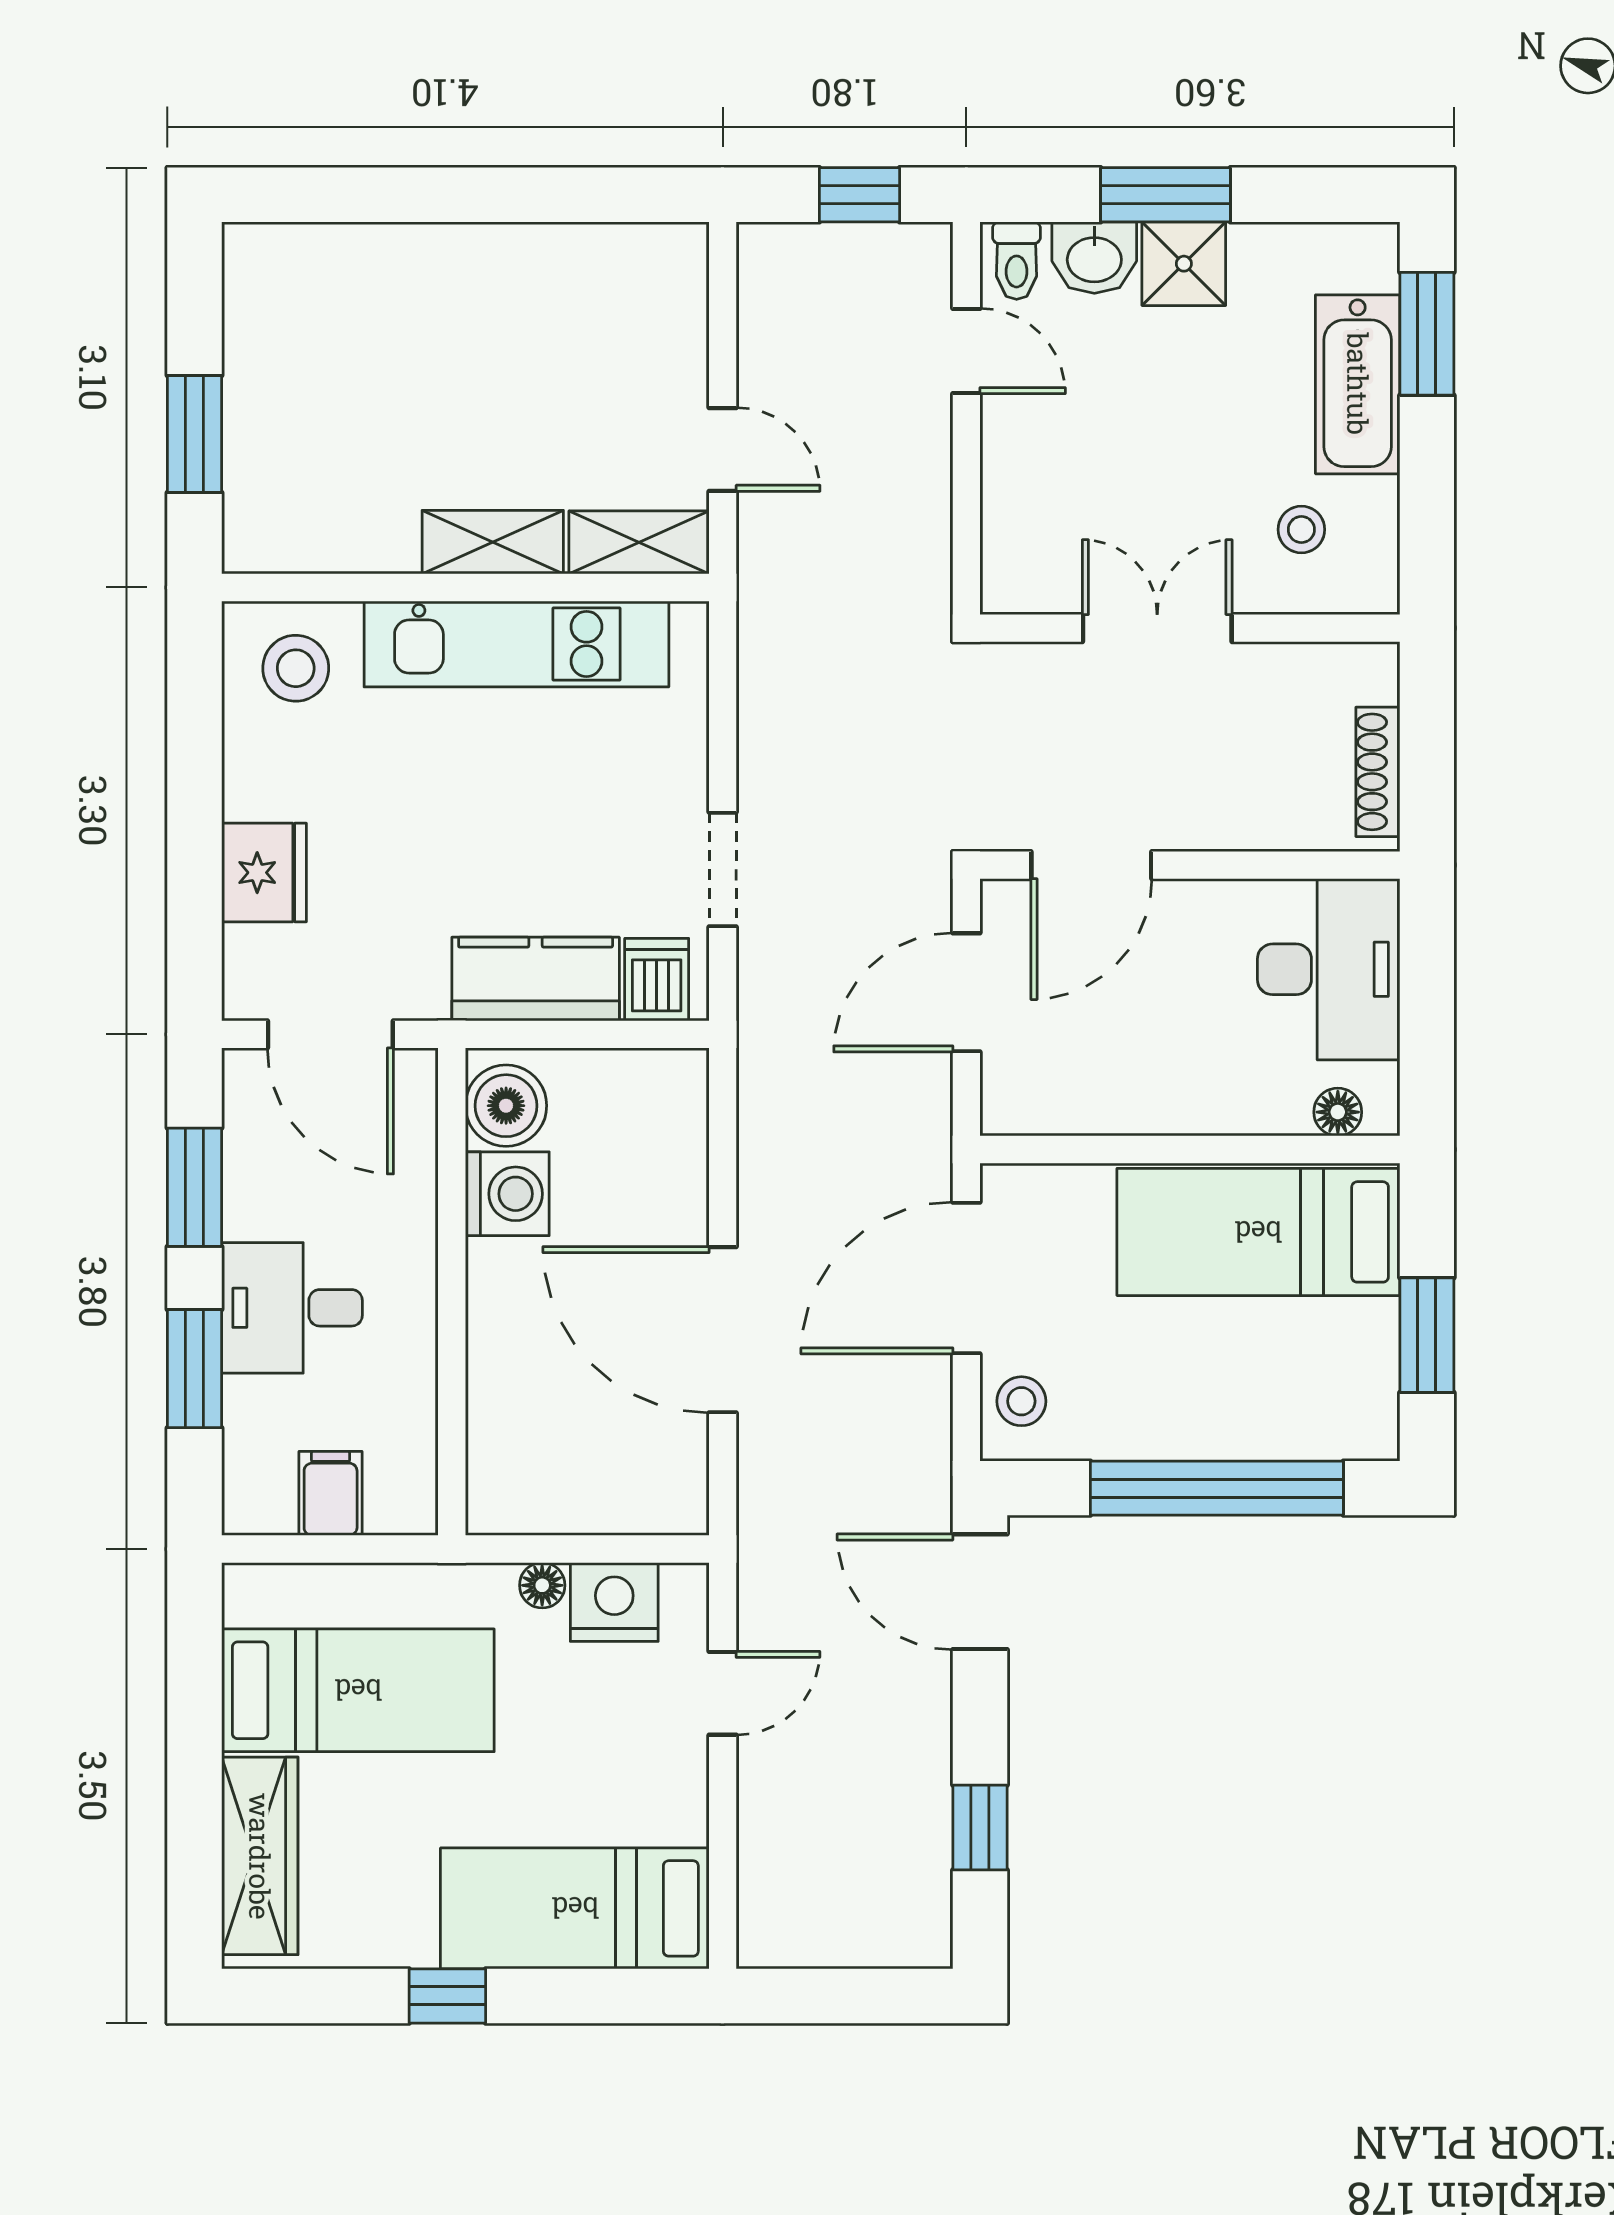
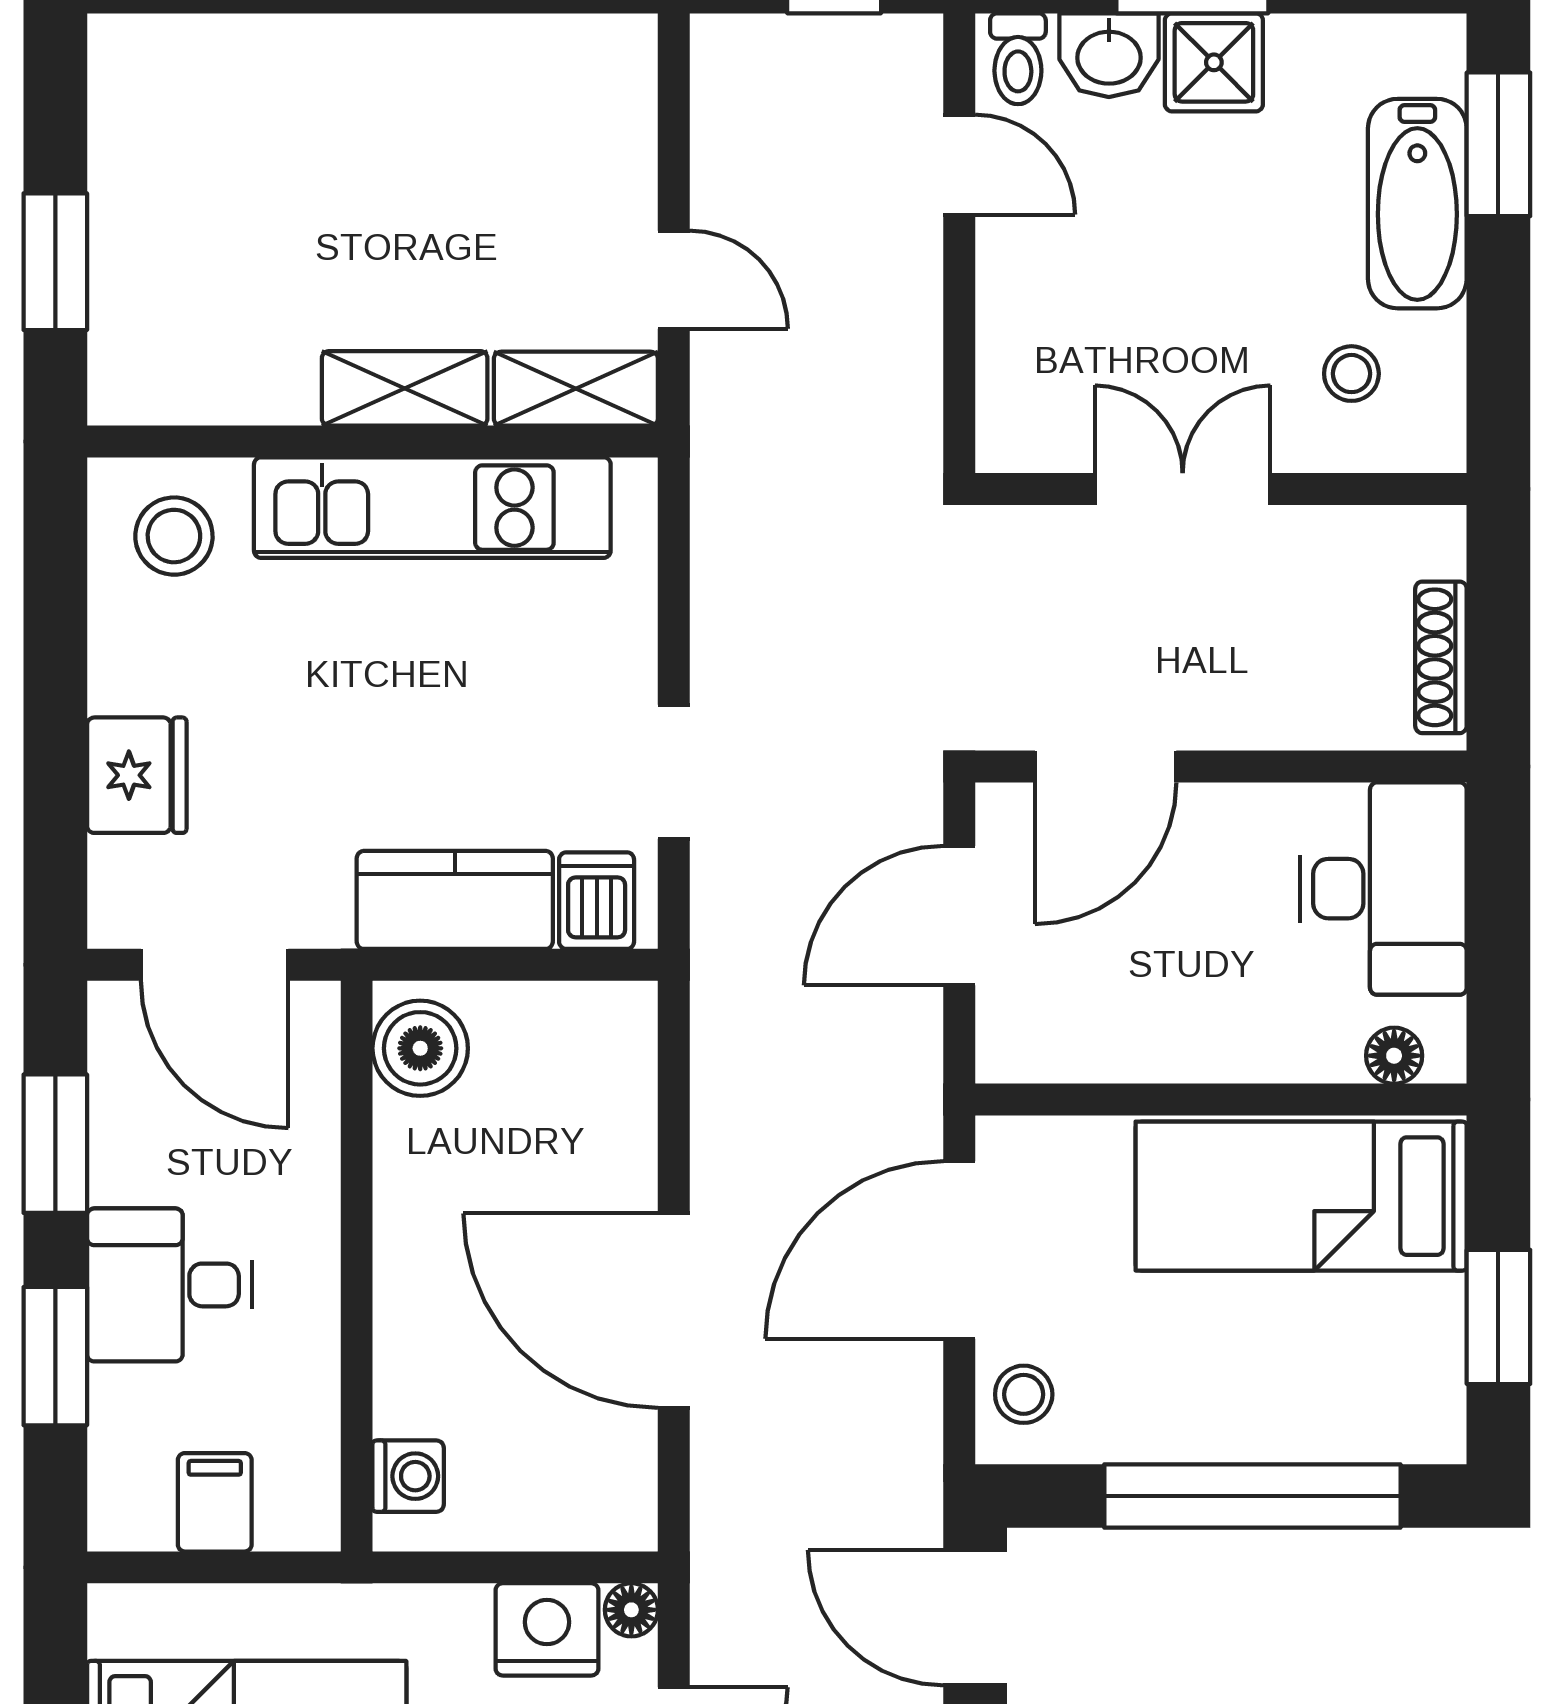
washing machine: (507, 1194) -> (408, 1476), moved, width x0.73, depth x0.73
floor lamp: (542, 1585) -> (631, 1610), moved

